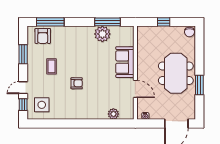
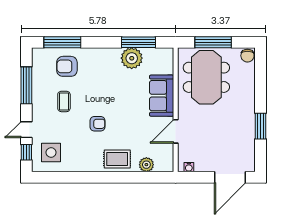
window: (164, 22) -> (213, 42), width x2.17
armchair: (43, 36) -> (67, 66), moved, turned 90
window: (23, 54) -> (26, 85), width x1.44
meeting table: (176, 73) -> (206, 77), moved
door: (135, 89) -> (176, 131), swing flipped
rug: (91, 110) -> (117, 159), added

